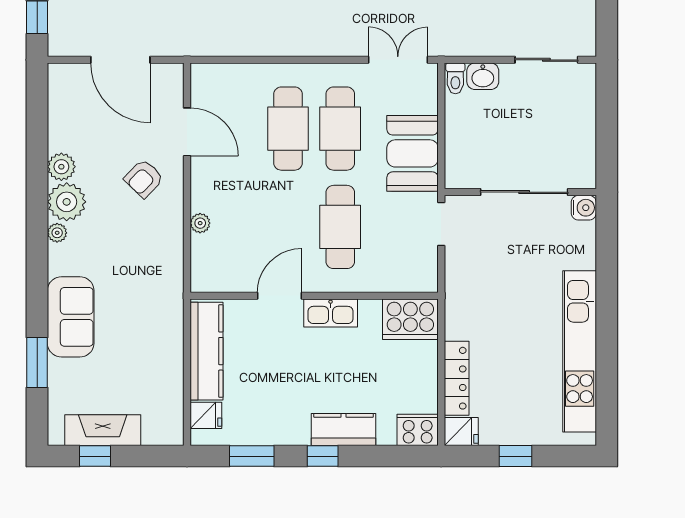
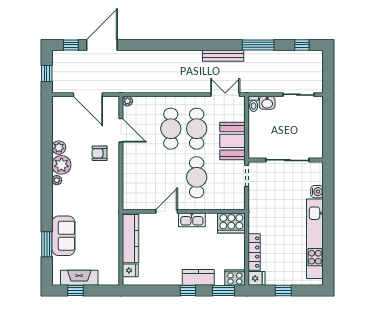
armchair: (144, 178) -> (100, 153), turned 46
water cooler: (584, 208) -> (317, 192), moved
plant: (200, 223) -> (127, 101), moved
sofa: (71, 317) -> (63, 236), moved
window: (252, 456) -> (223, 291), moved

